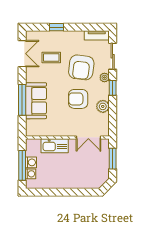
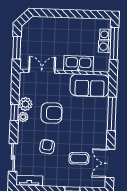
armchair: (81, 67) -> (47, 147), width x0.53, depth x0.53
plant: (104, 77) -> (23, 117), moved
window: (113, 88) -> (15, 112), moved
sofa: (36, 101) -> (90, 85), moved, turned -90

